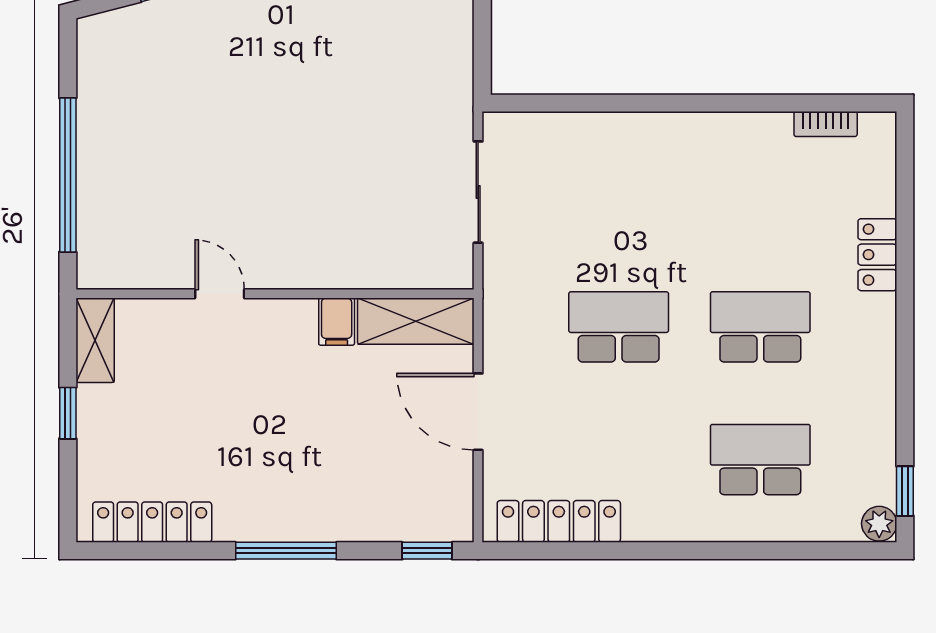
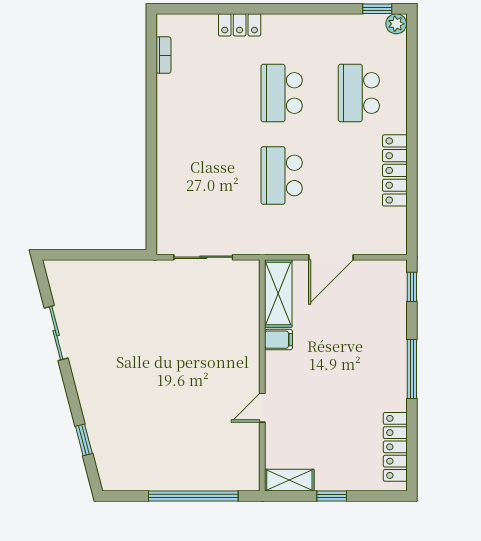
locker: (559, 521) -> (395, 170), moved

